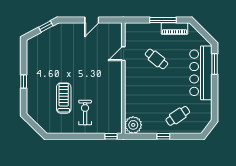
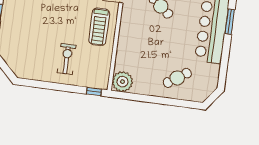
treadmill: (64, 98) -> (99, 27), moved, turned 180
window: (163, 136) -> (157, 100), removed

